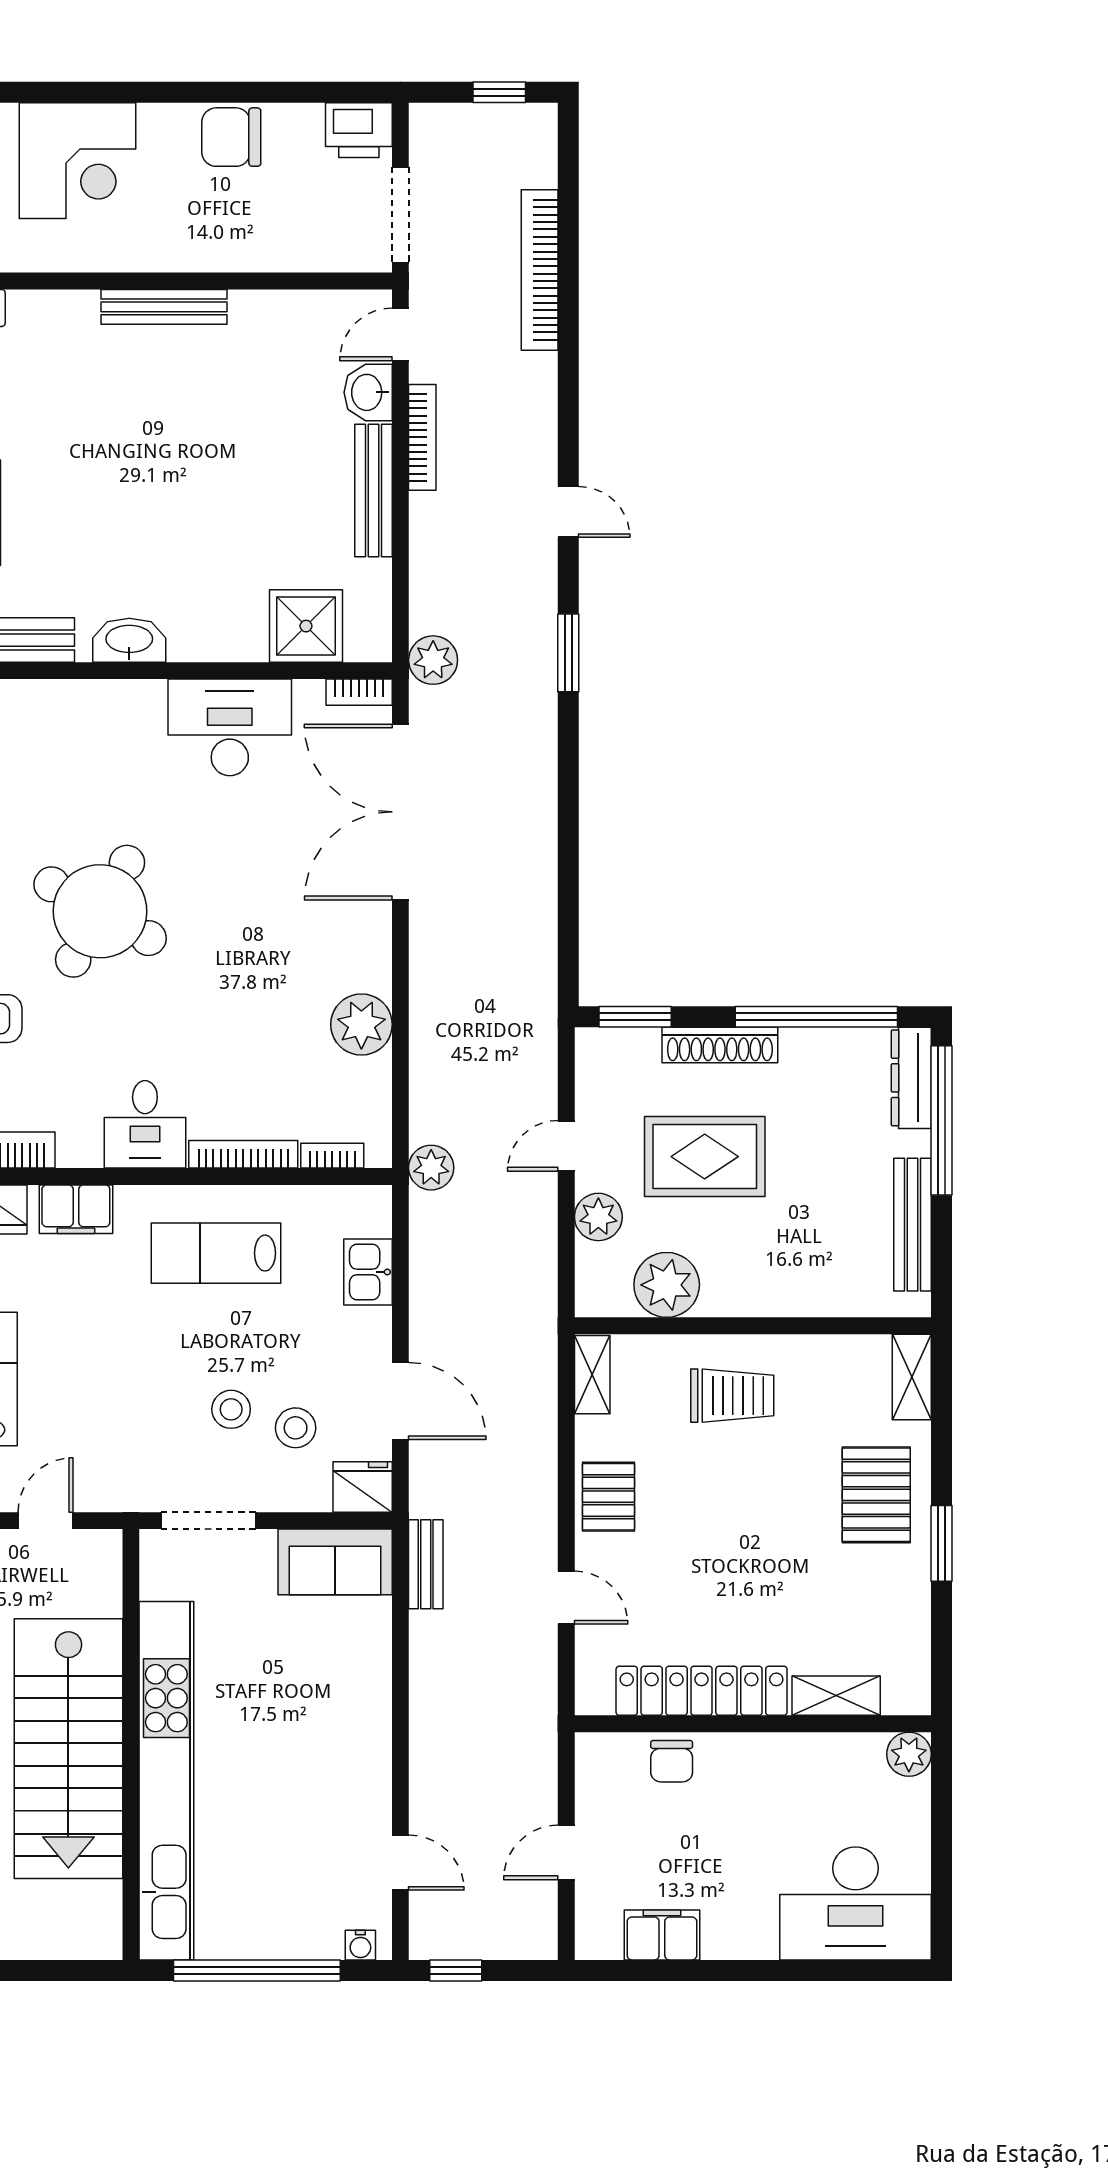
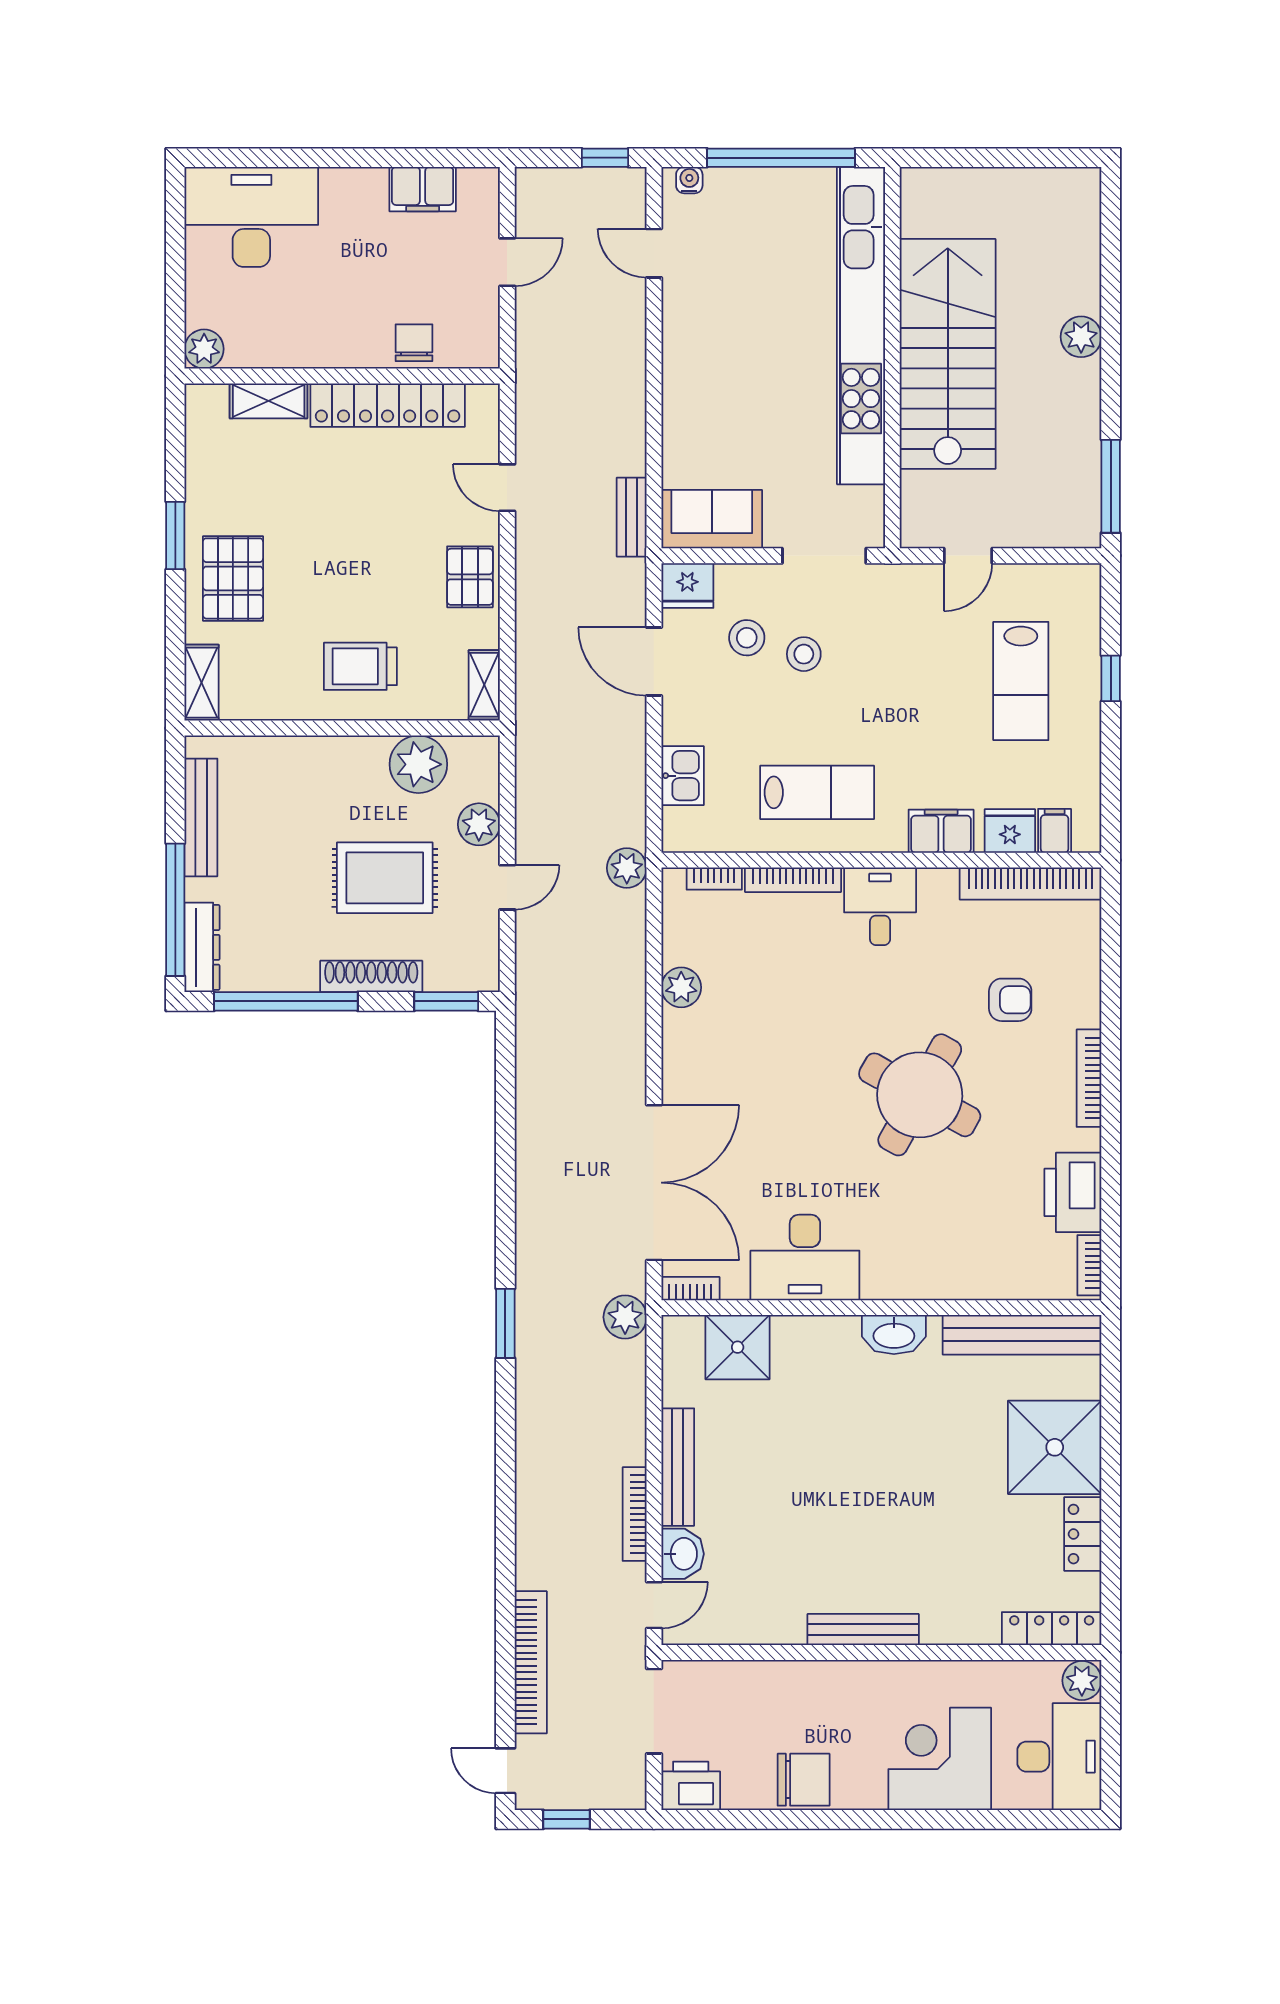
door: (568, 512) -> (505, 1771), moved
plant: (361, 1024) -> (681, 987), width x0.73, depth x0.73

